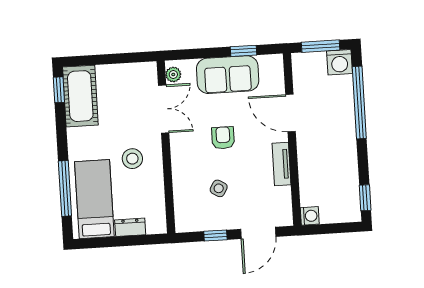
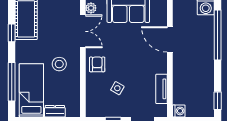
window: (59, 90) -> (12, 33), moved
armchair: (223, 138) -> (97, 64), moved
tv unit: (281, 164) -> (162, 89), moved

